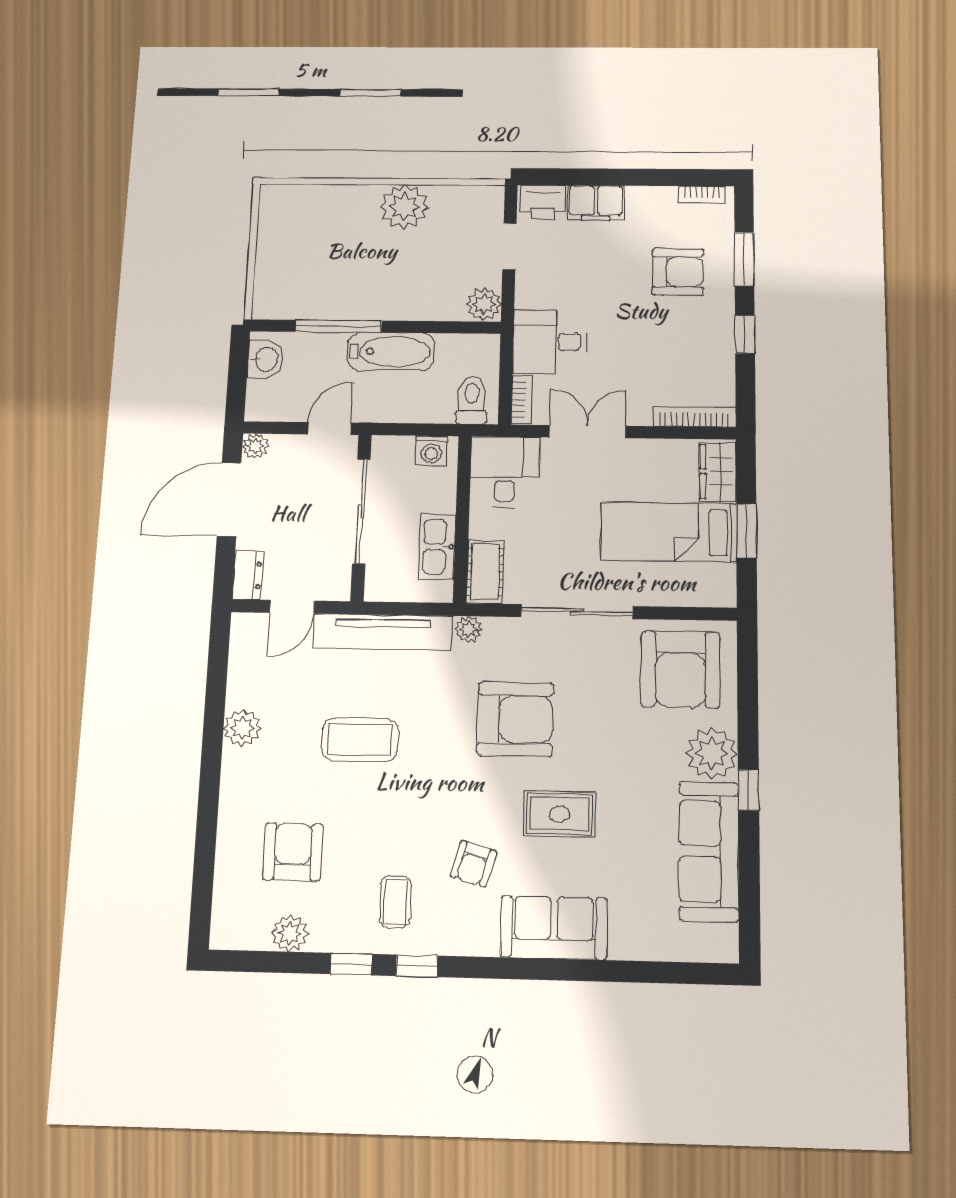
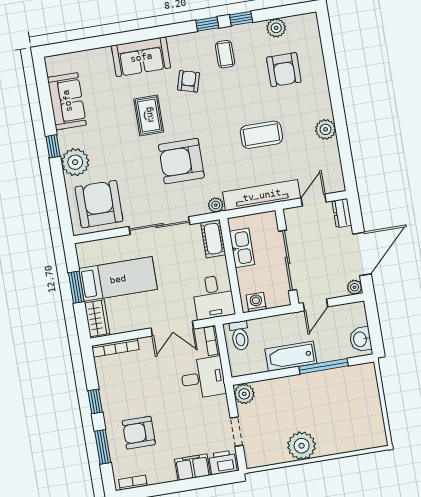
rug: (560, 814) -> (149, 115), turned 90
sofa: (709, 851) -> (67, 101), width x0.73

